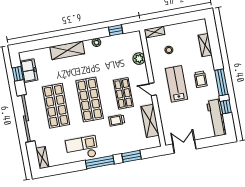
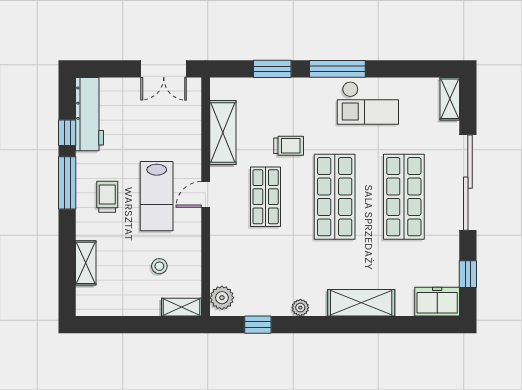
plant: (139, 59) -> (222, 298), moved
freezer: (29, 71) -> (437, 302), moved, turned 90
door: (153, 89) -> (206, 194), swing flipped

